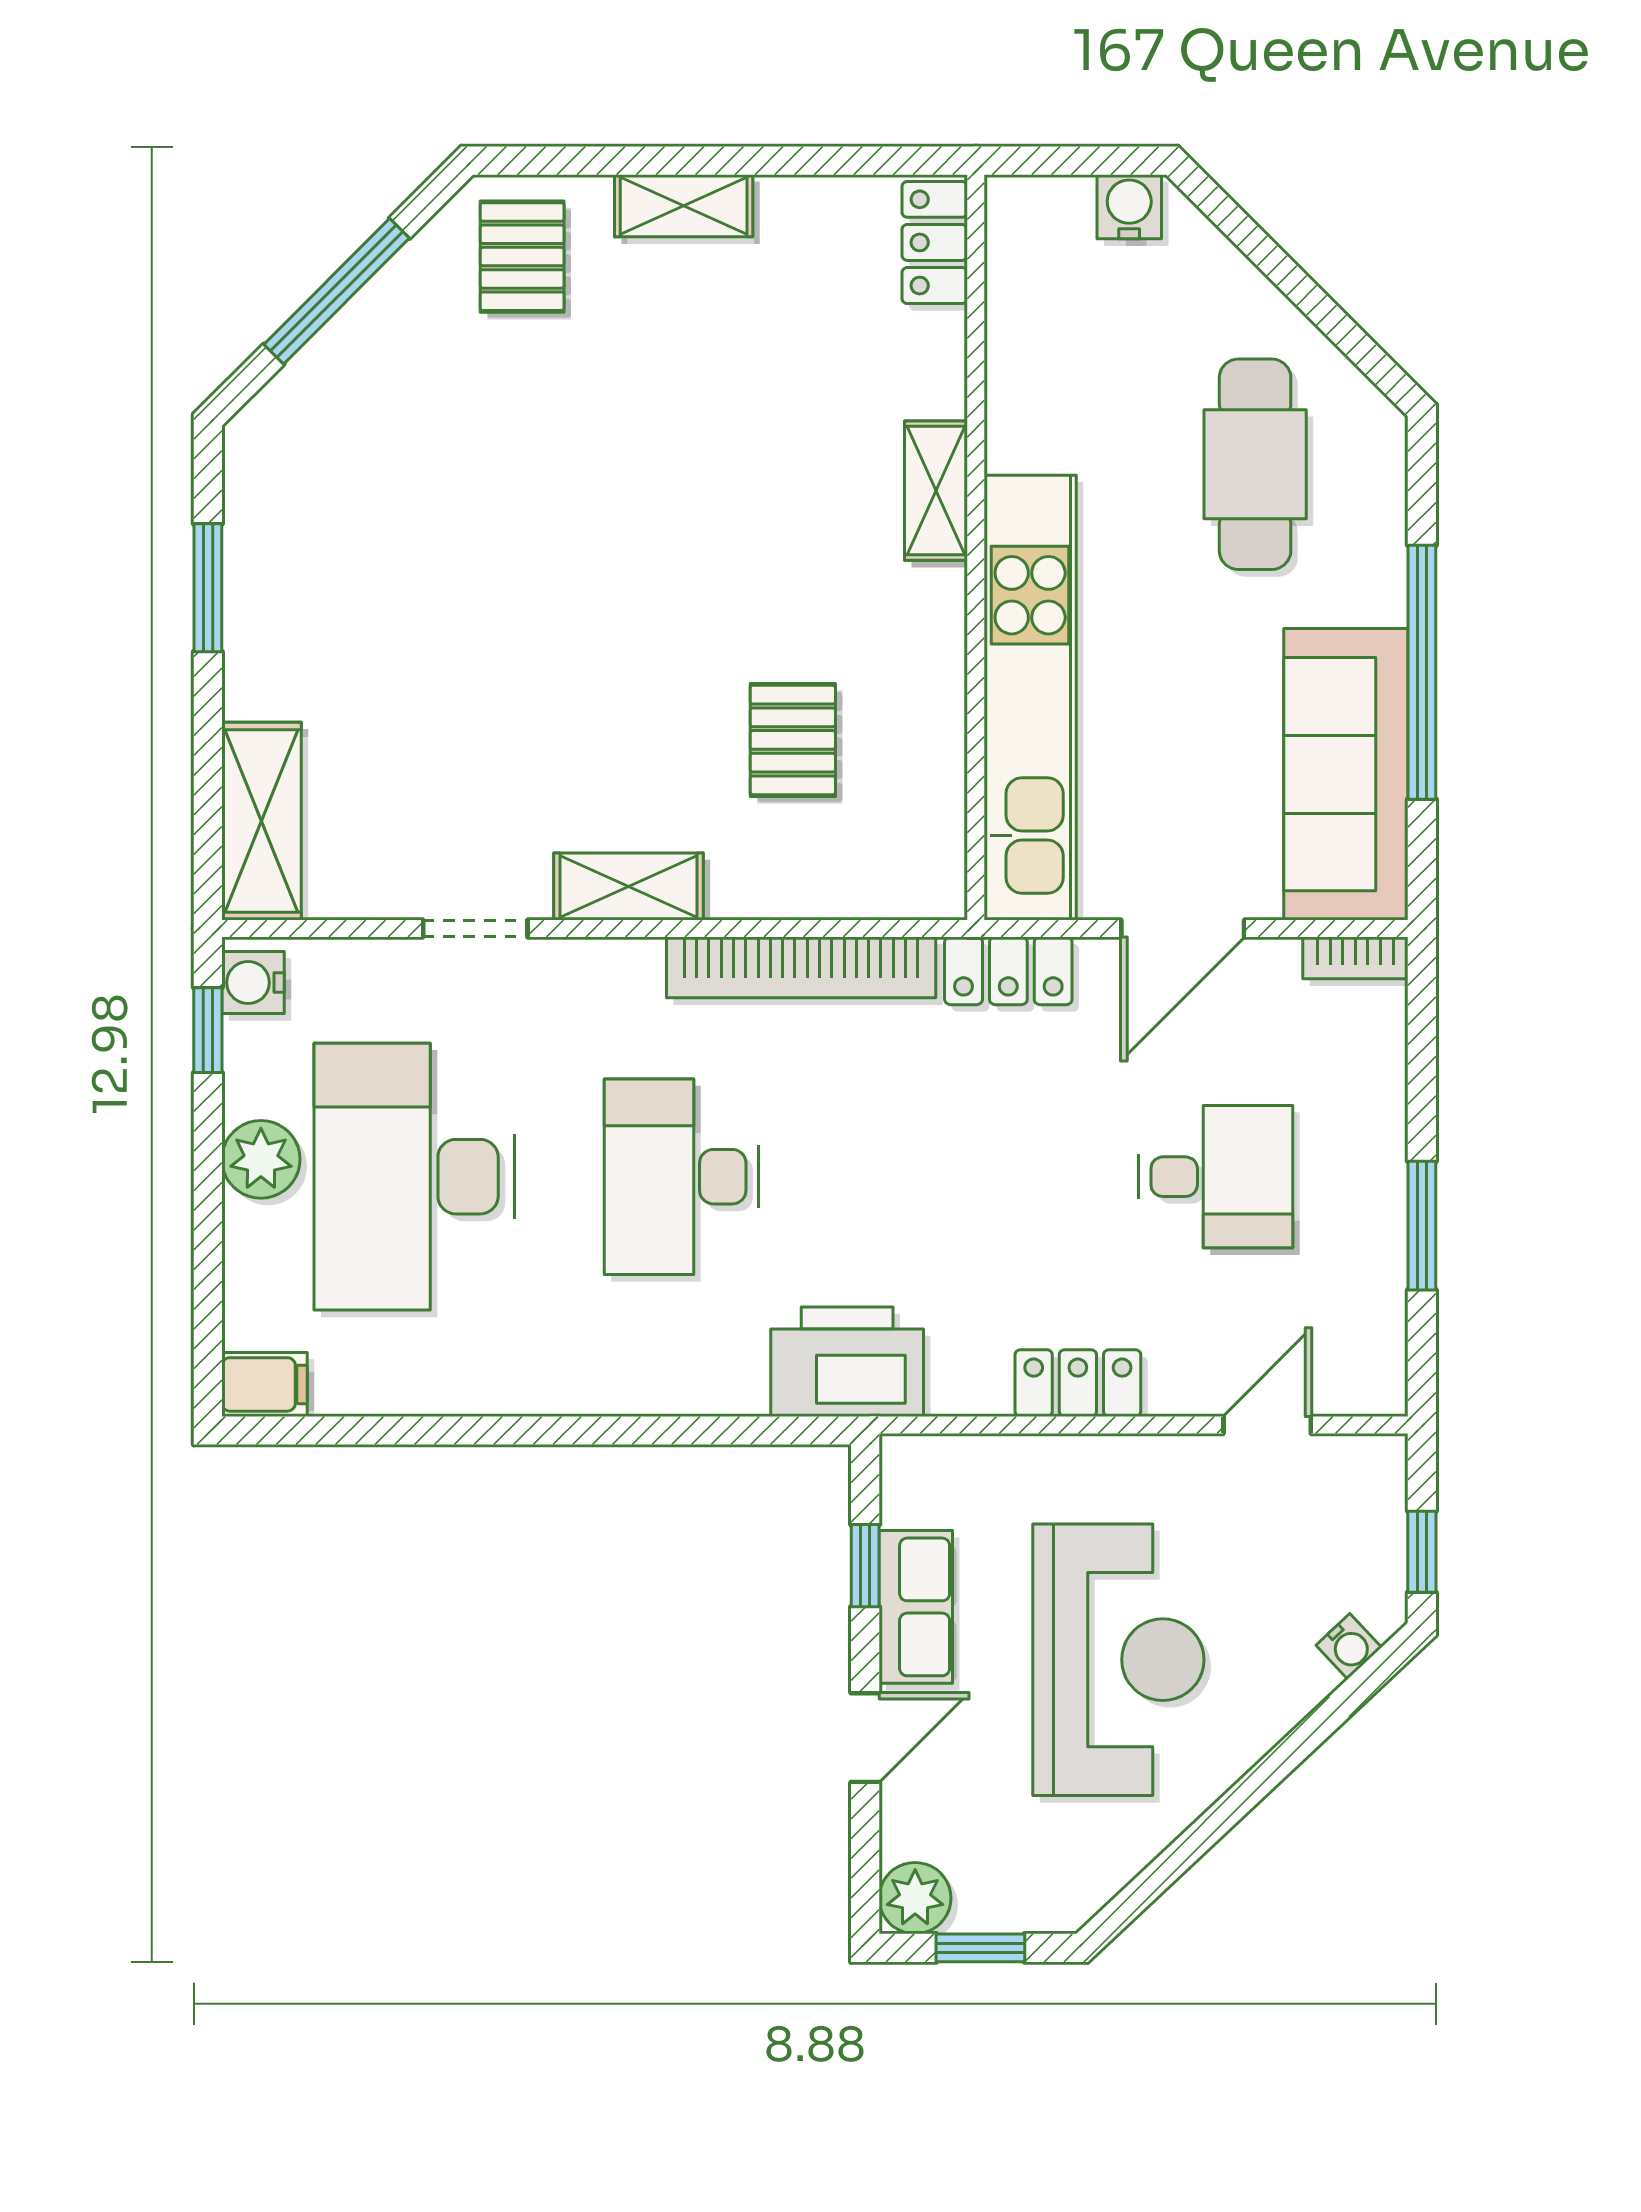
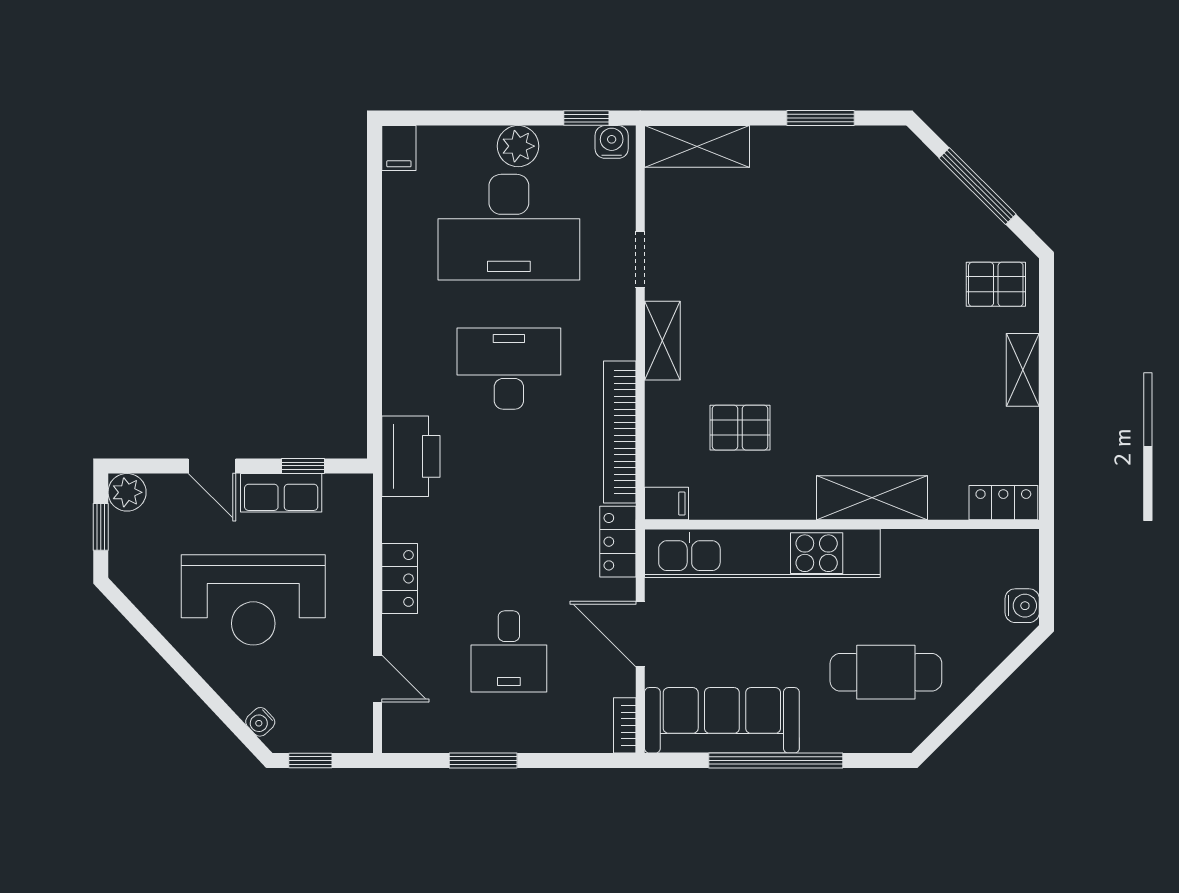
shelving: (936, 491) -> (872, 498), width x1.50, depth x1.33
filing cabinet: (936, 879) -> (667, 504), added
desk: (414, 1177) -> (509, 227), turned 180

